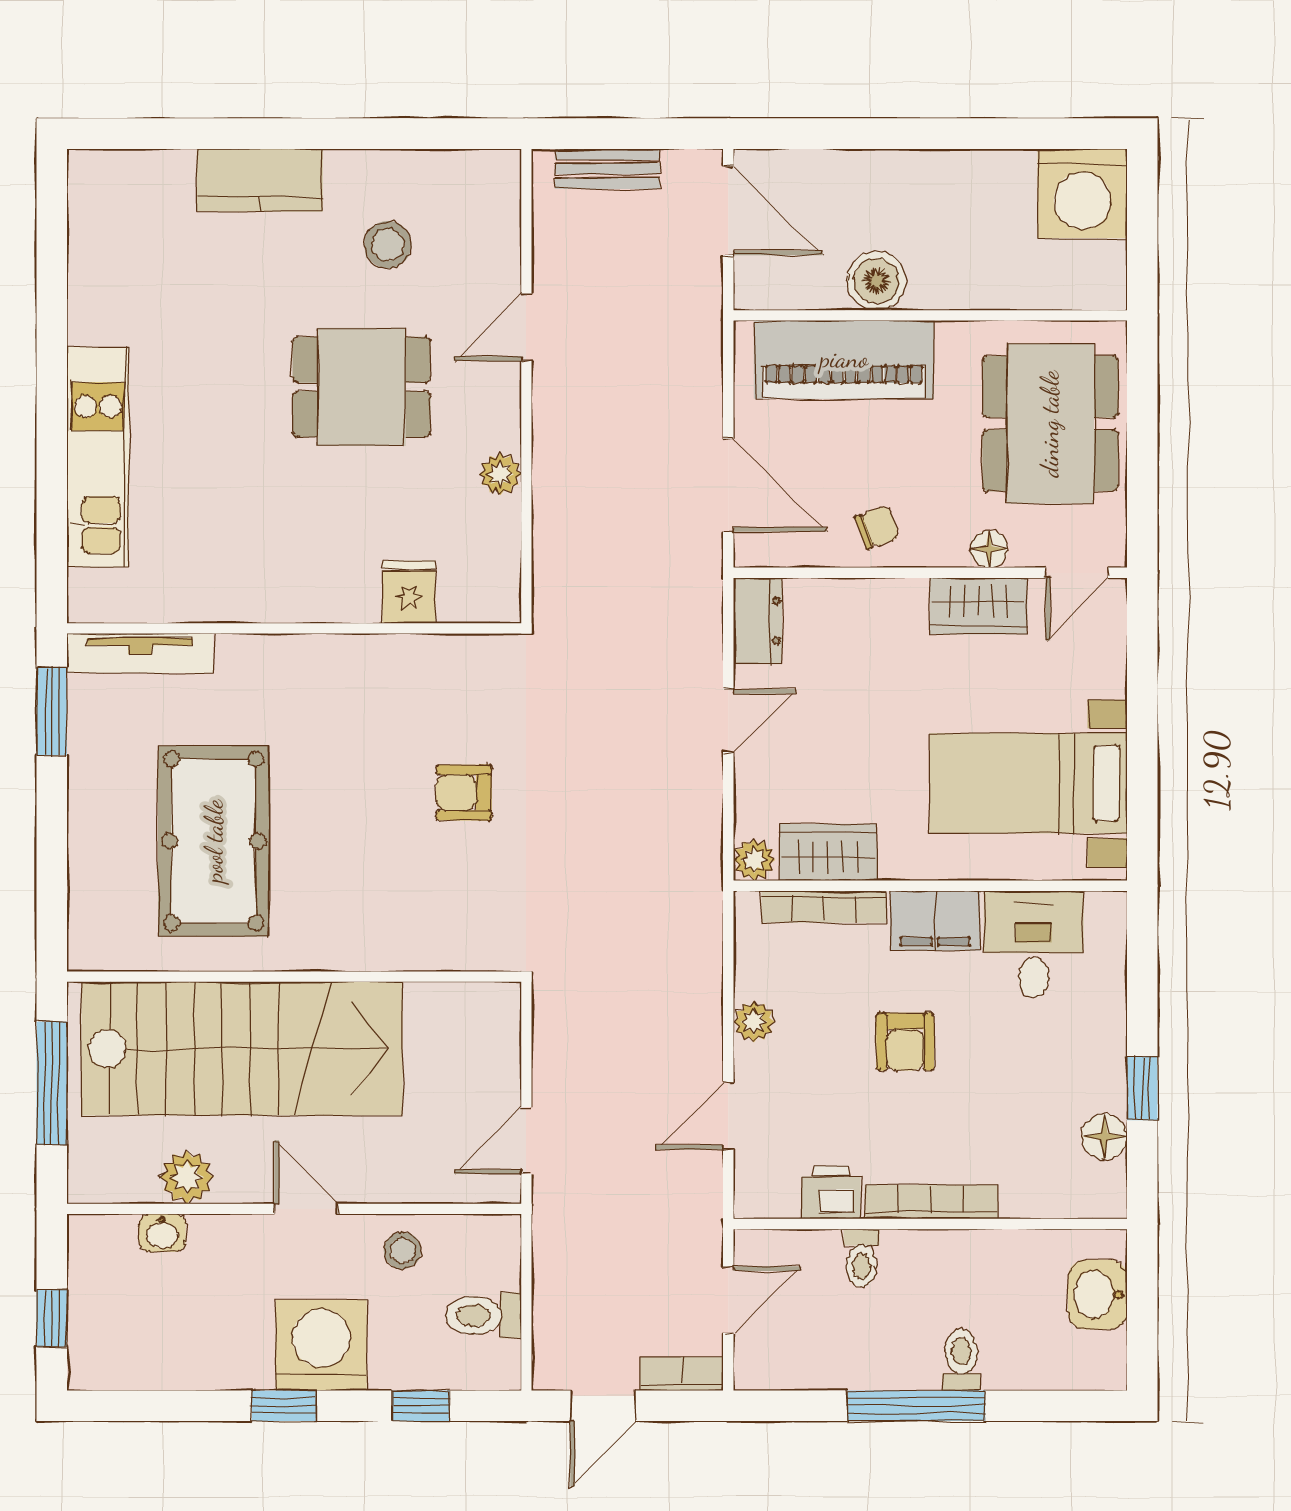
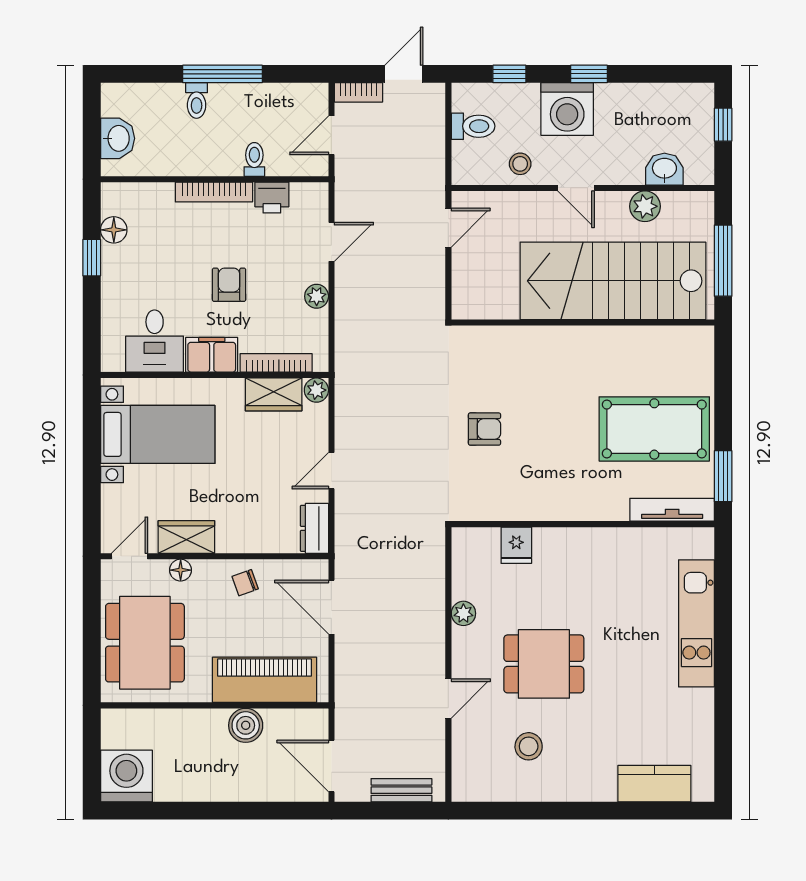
kitchen counter: (260, 180) -> (654, 784), moved
pool table: (214, 841) -> (654, 429), moved, turned 90
washbasin: (162, 1233) -> (664, 169), width x1.38, depth x1.45

